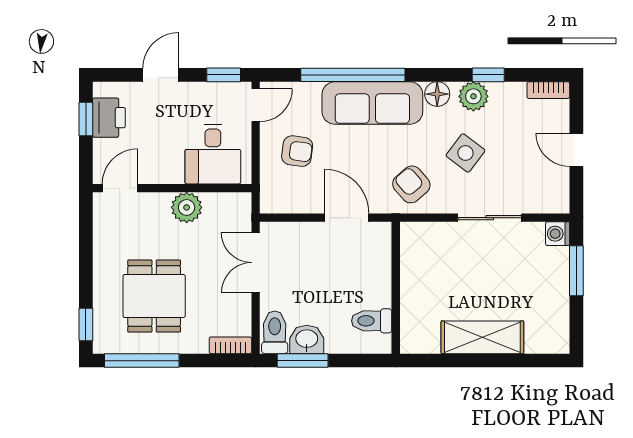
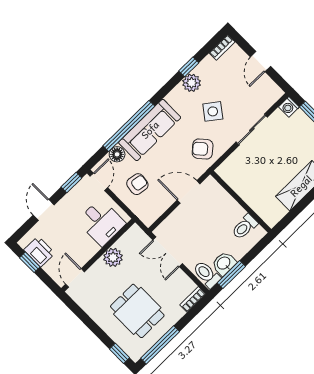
floor lamp: (437, 94) -> (117, 154), moved
door: (576, 150) -> (261, 62), hinge flipped

